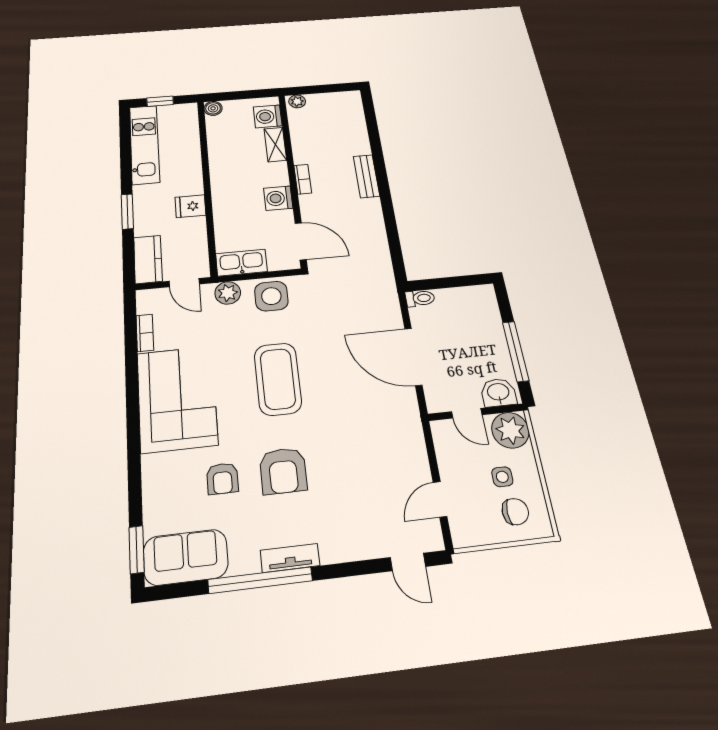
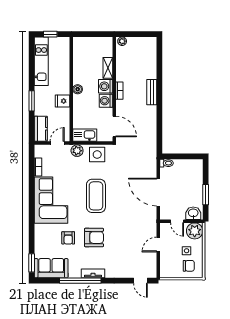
boiler: (213, 108) -> (78, 89), moved
washing machine: (268, 116) -> (106, 86), moved
door: (184, 283) -> (57, 143), swing flipped
window: (516, 351) -> (206, 195), width x0.69
armchair: (283, 471) -> (94, 238), turned -90
door: (440, 499) -> (158, 245), moved

